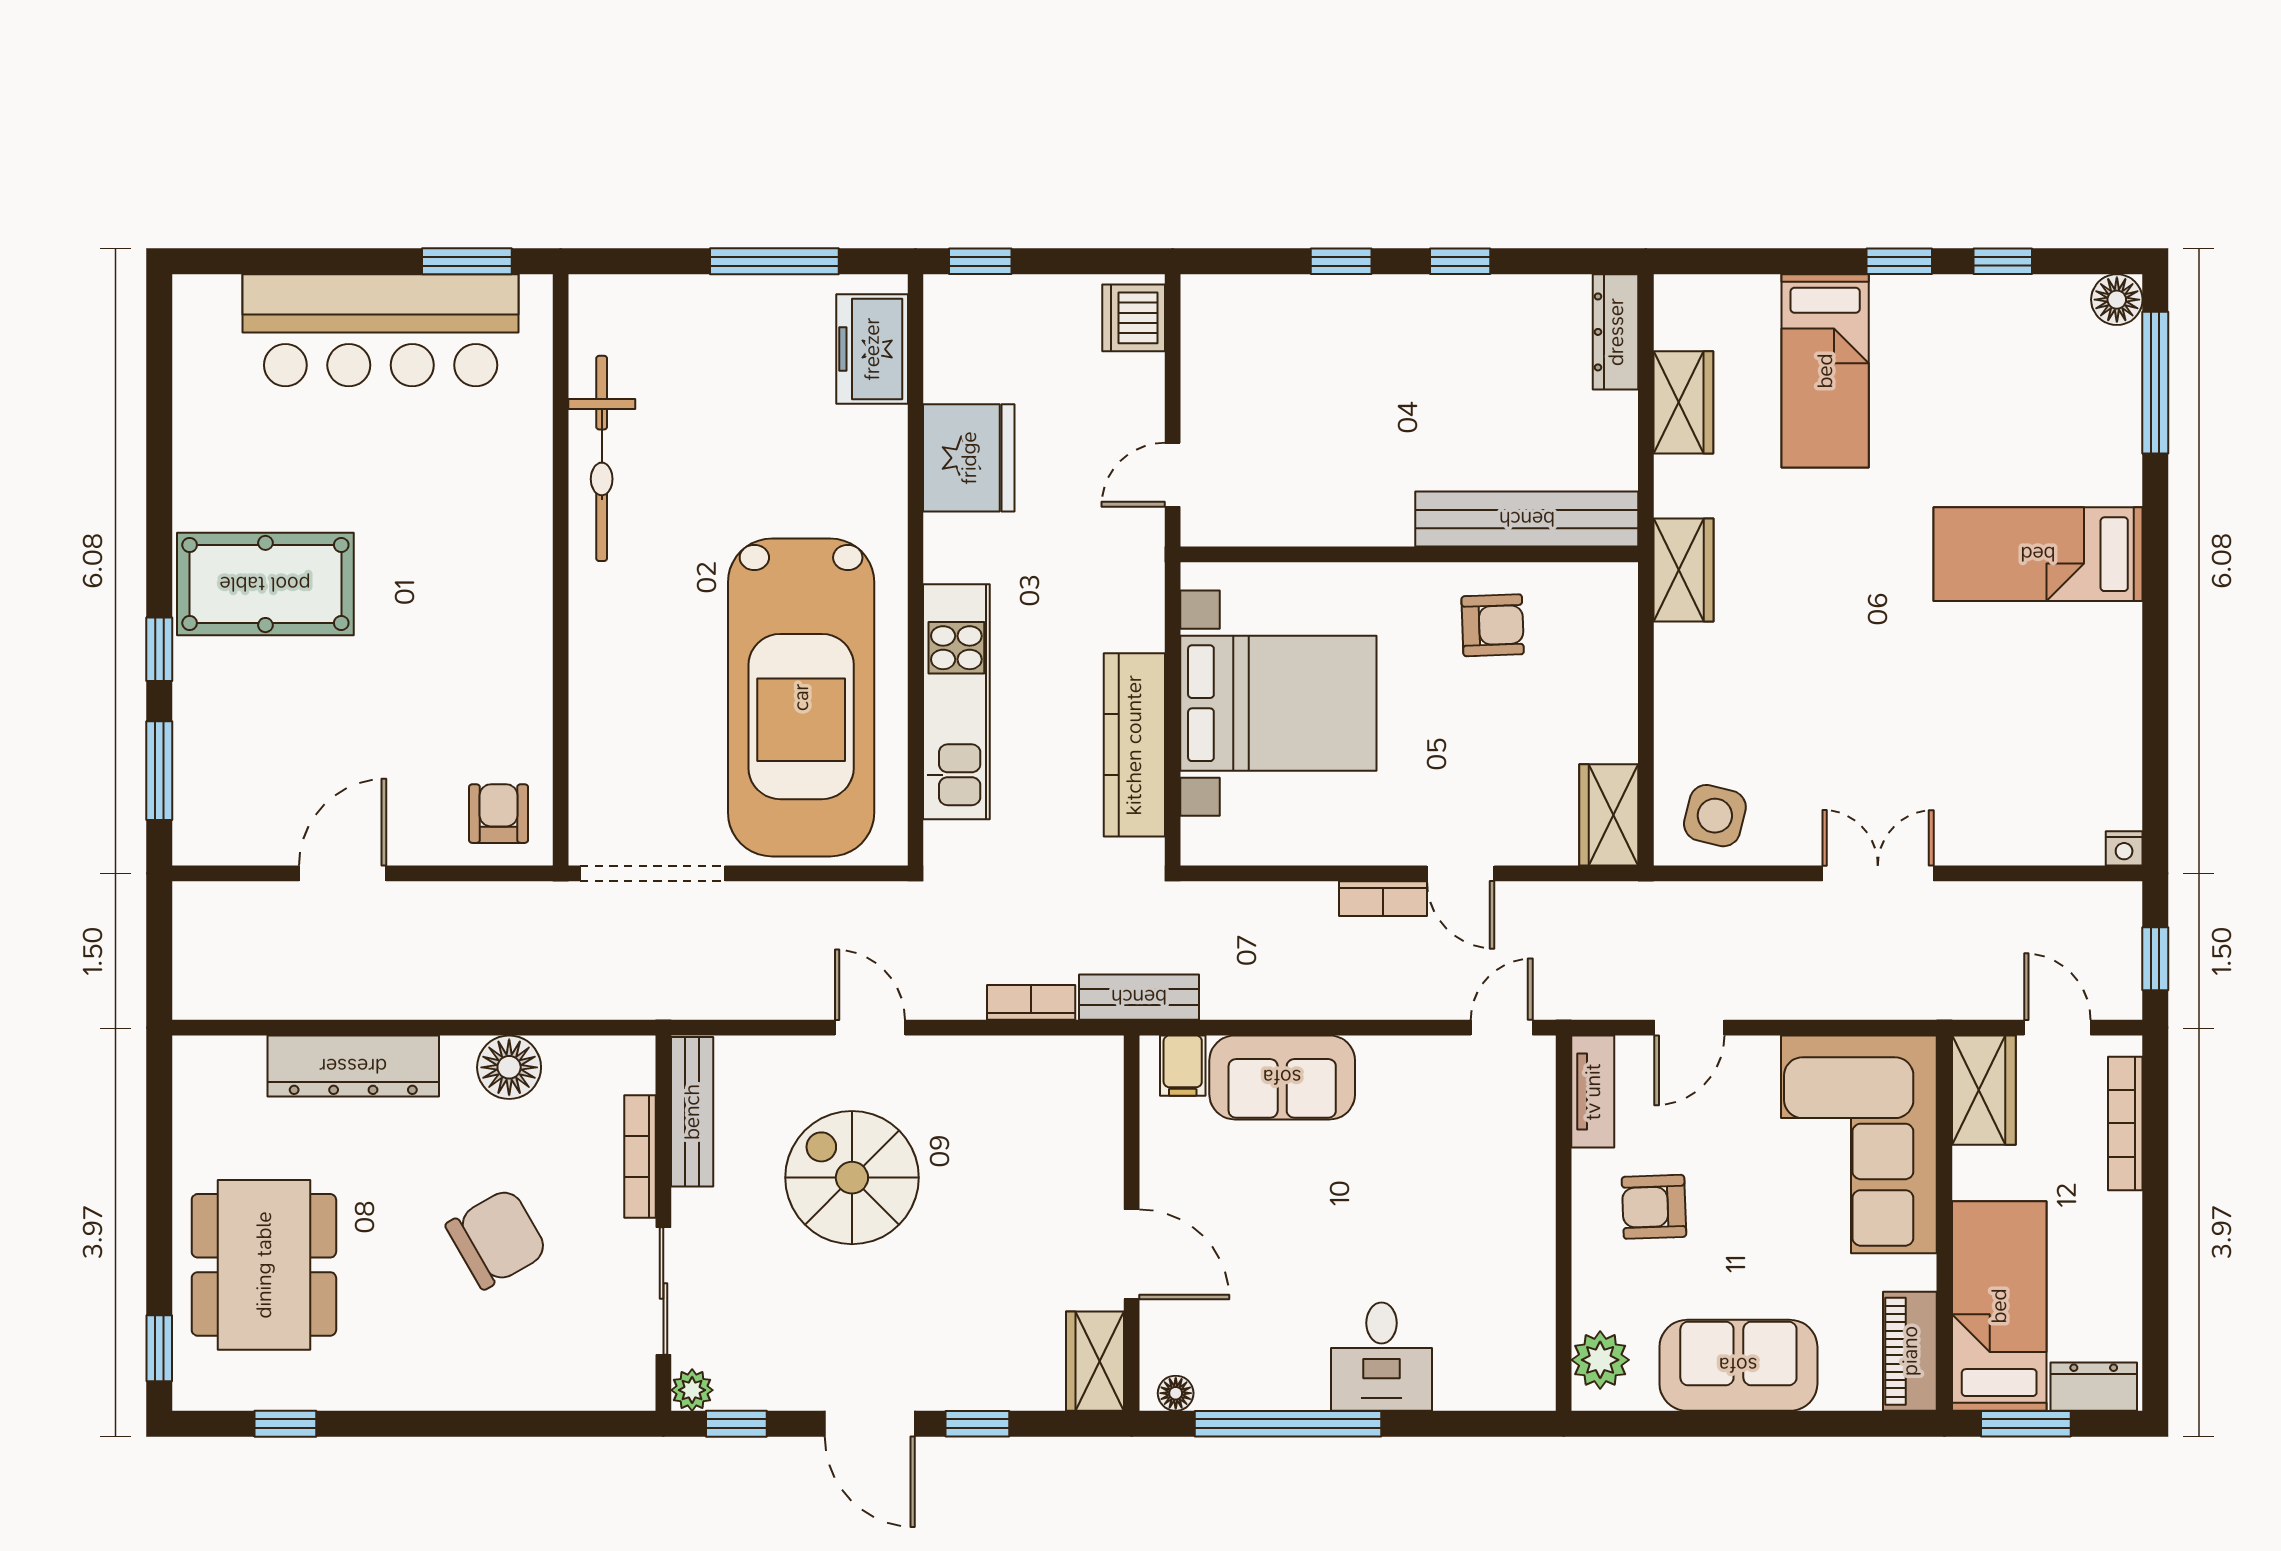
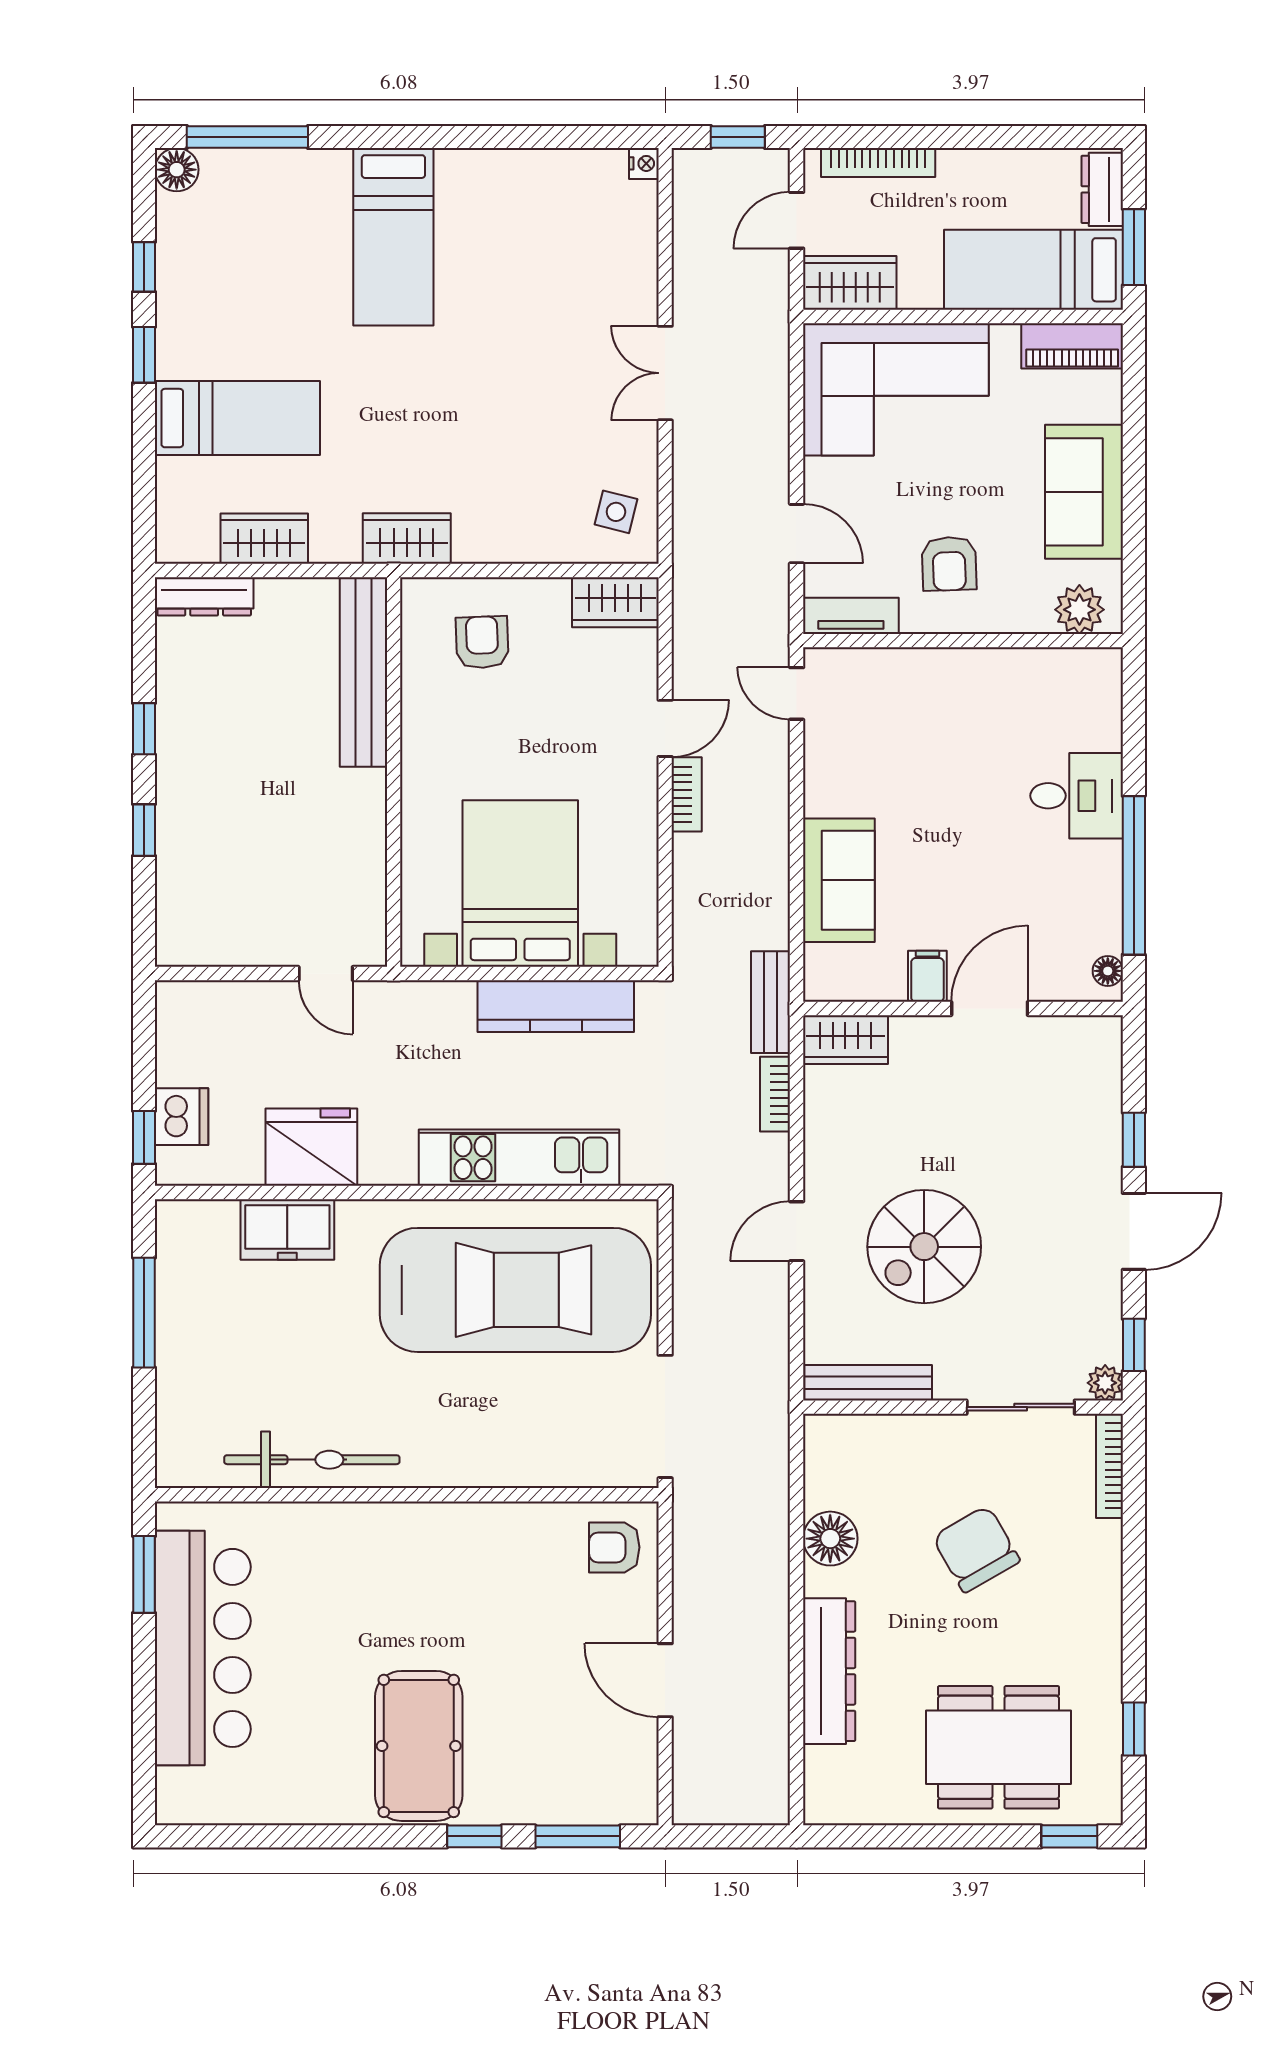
dishwasher: (1134, 318) -> (182, 1117), moved, turned -90
freezer: (872, 349) -> (287, 1229), moved
armchair: (1493, 625) -> (482, 642), moved
side table: (1715, 816) -> (616, 512), width x0.73, depth x0.73
filing cabinet: (1183, 1066) -> (927, 976), moved, turned -90
bookcase: (640, 1156) -> (1109, 1466), moved, turned 90
wardrobe: (1095, 1361) -> (845, 1040), moved

